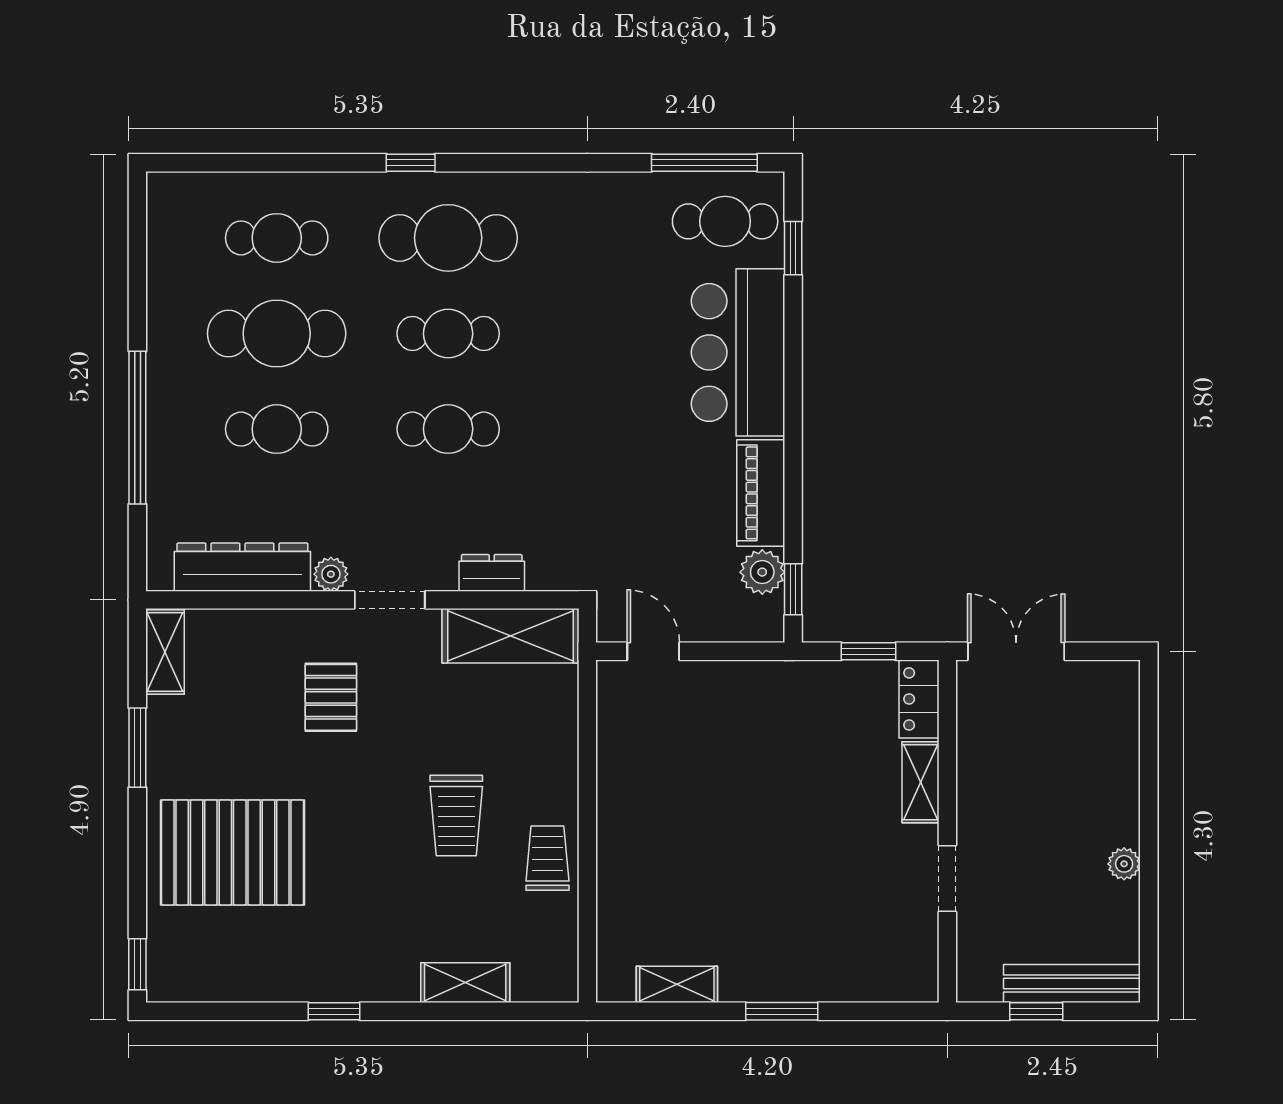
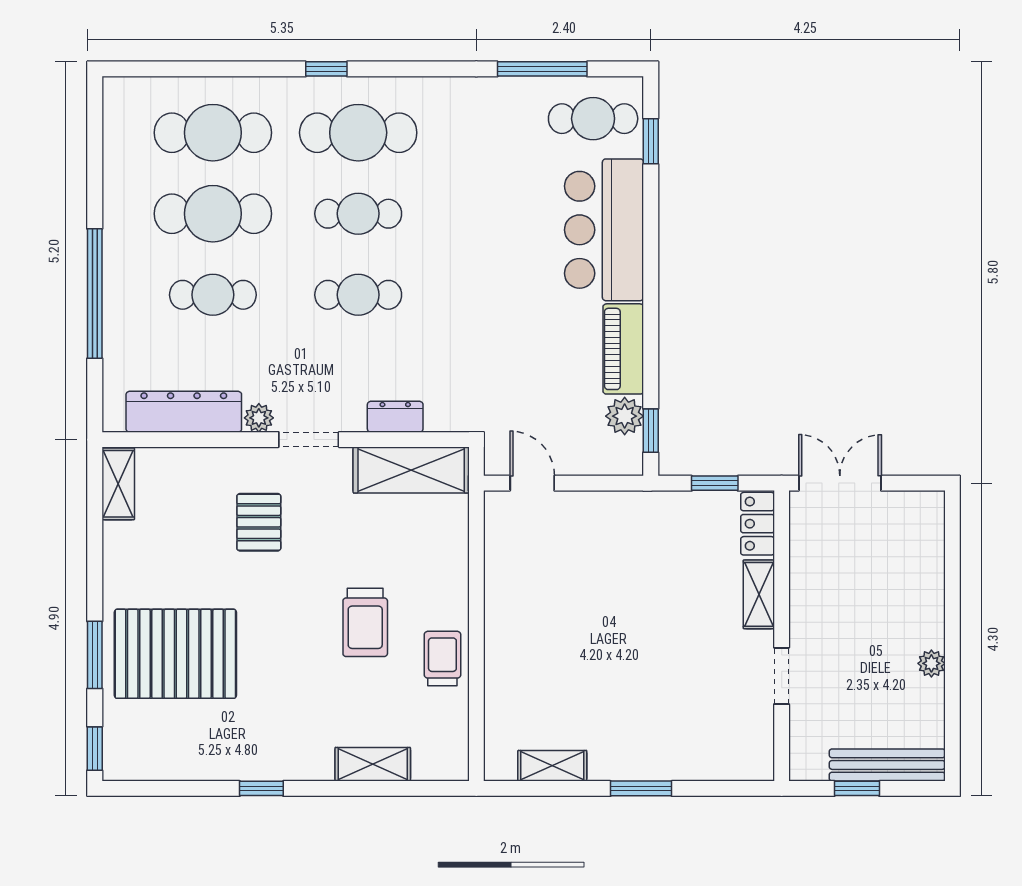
window: (704, 163) -> (542, 69), moved
cafe table: (277, 238) -> (213, 133), width x1.37, depth x1.35
window: (137, 748) -> (95, 655), moved

